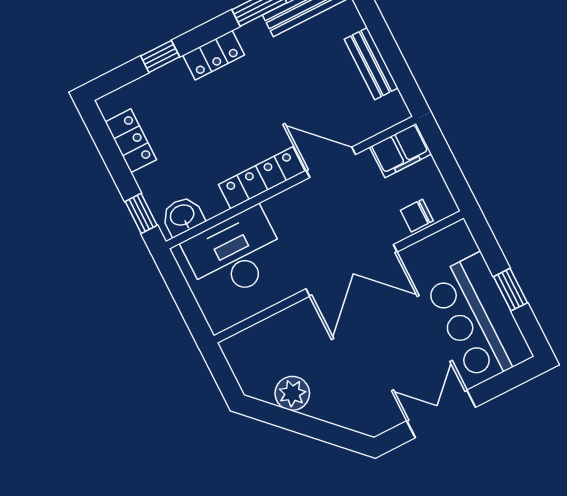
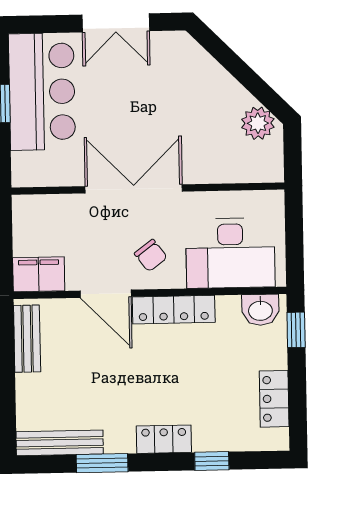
bench: (371, 64) -> (27, 339), moved
chair: (417, 216) -> (151, 255), moved, turned 53
plant: (292, 393) -> (258, 123), moved

